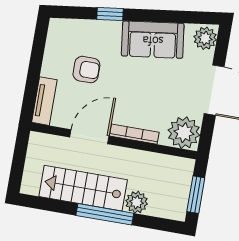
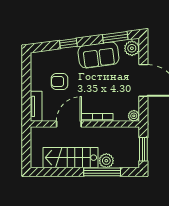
window: (183, 17) -> (115, 37), added
armchair: (86, 70) -> (60, 81), turned 180
plant: (184, 133) -> (134, 116), width x0.53, depth x0.53
window: (105, 214) -> (102, 172), moved

